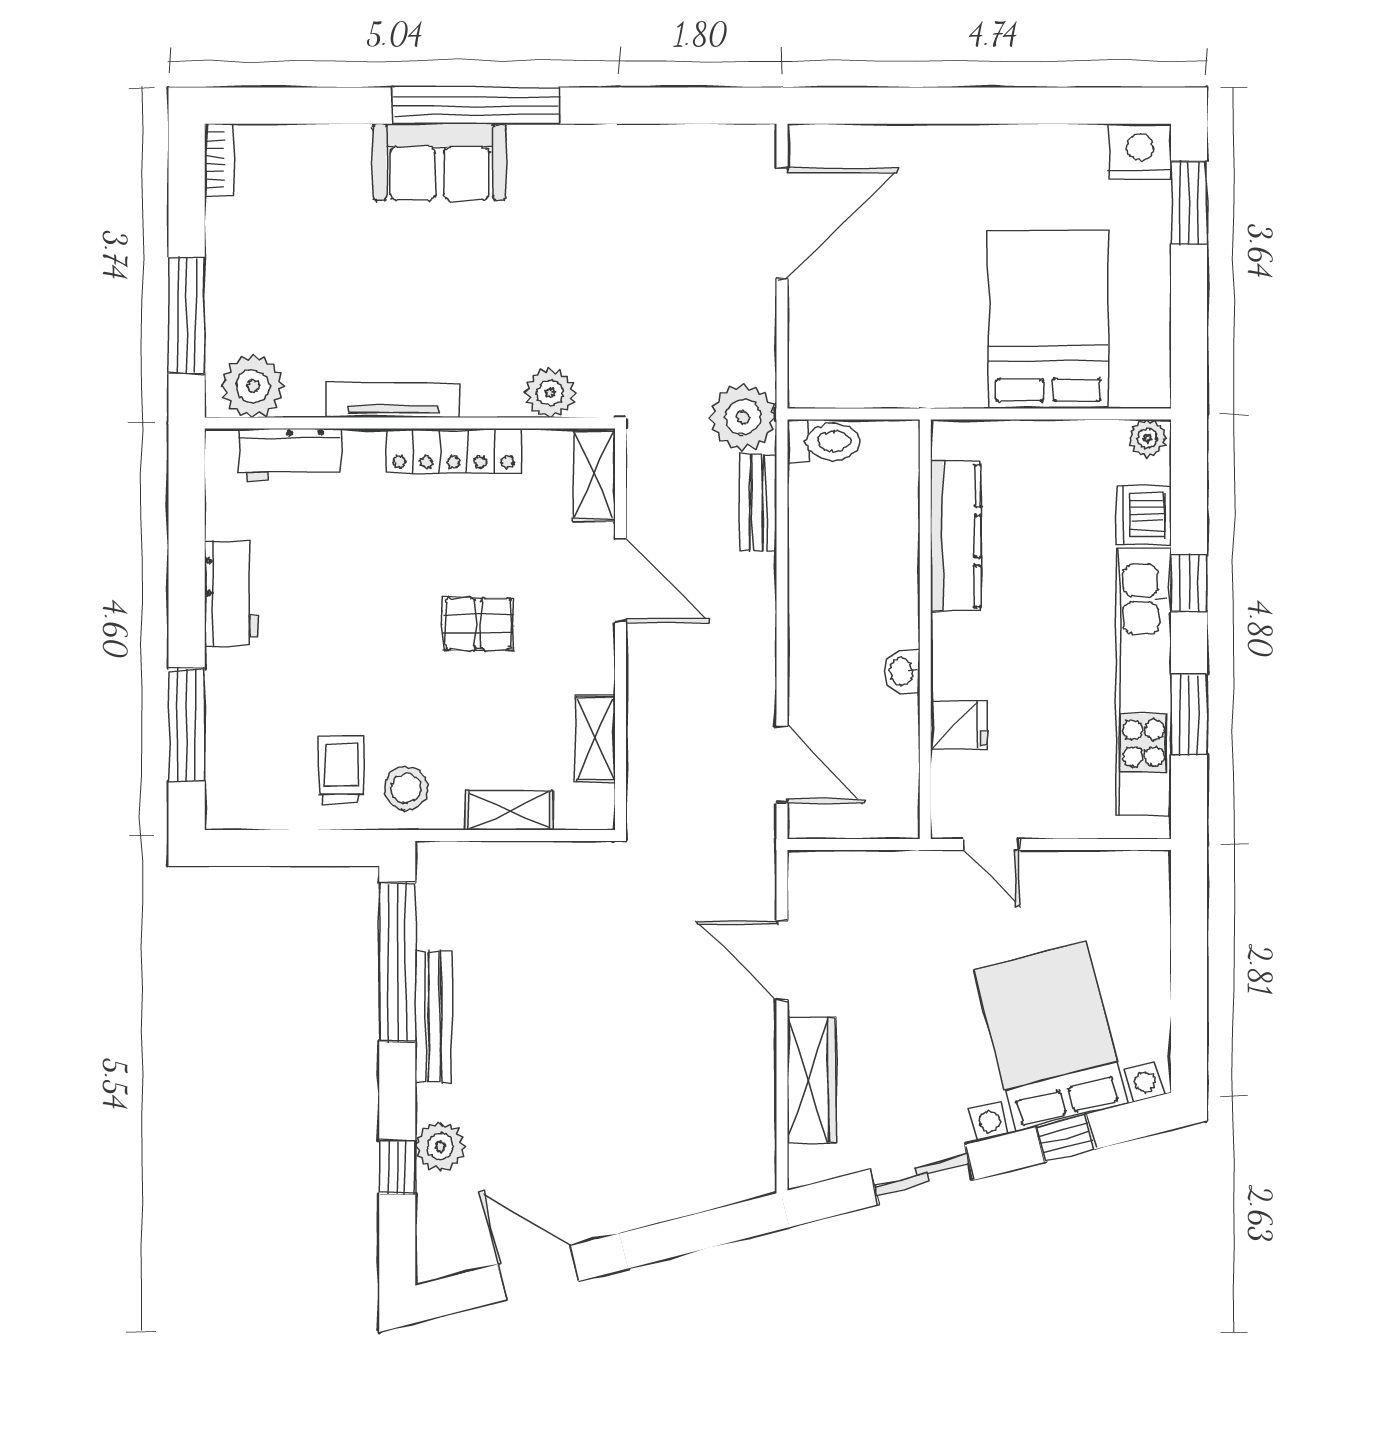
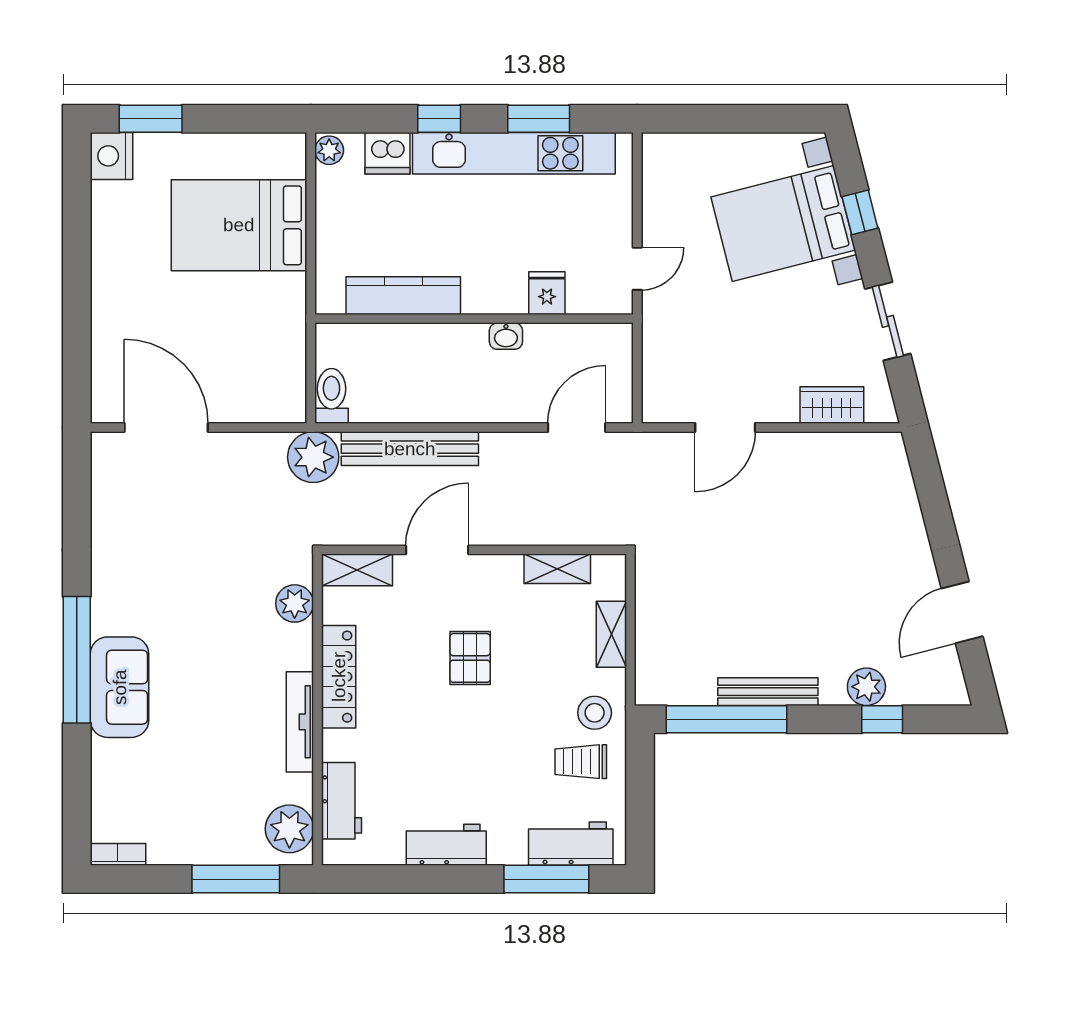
bench: (758, 503) -> (410, 449), width x1.86, depth x1.21
workbench: (233, 757) -> (571, 844), added
wardrobe: (812, 1080) -> (832, 405), width x0.67

